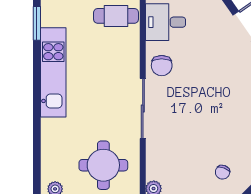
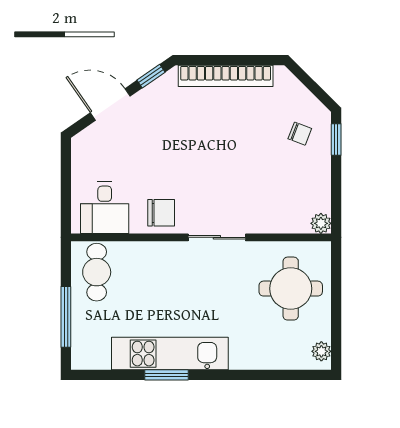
window: (37, 23) -> (167, 375), moved
sliding door: (143, 108) -> (217, 237), width x0.73

